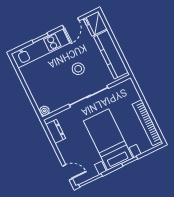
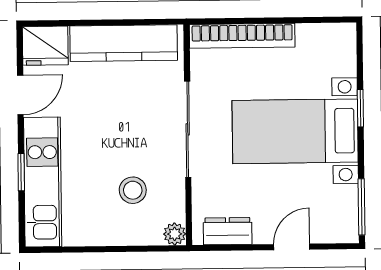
door: (71, 23) -> (20, 95), hinge flipped
stool: (78, 69) -> (133, 190), moved
bookcase: (147, 123) -> (242, 36), moved
door: (67, 172) -> (292, 247), moved

